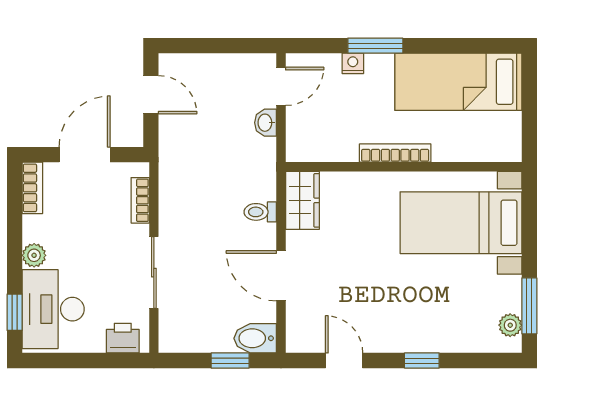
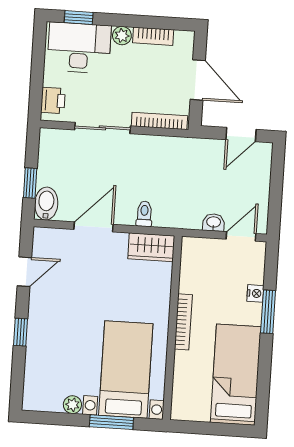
door: (281, 86) -> (241, 236), swing flipped
bookcase: (32, 188) -> (153, 36), moved
bookcase: (140, 200) -> (159, 121), width x1.56
window: (529, 306) -> (111, 422), moved
plant: (510, 325) -> (72, 405), moved

